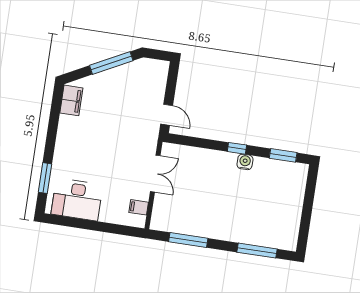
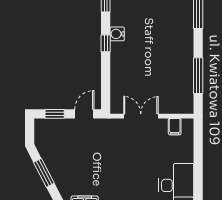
window: (111, 63) -> (44, 173), width x0.69
window: (171, 84) -> (55, 114), added

